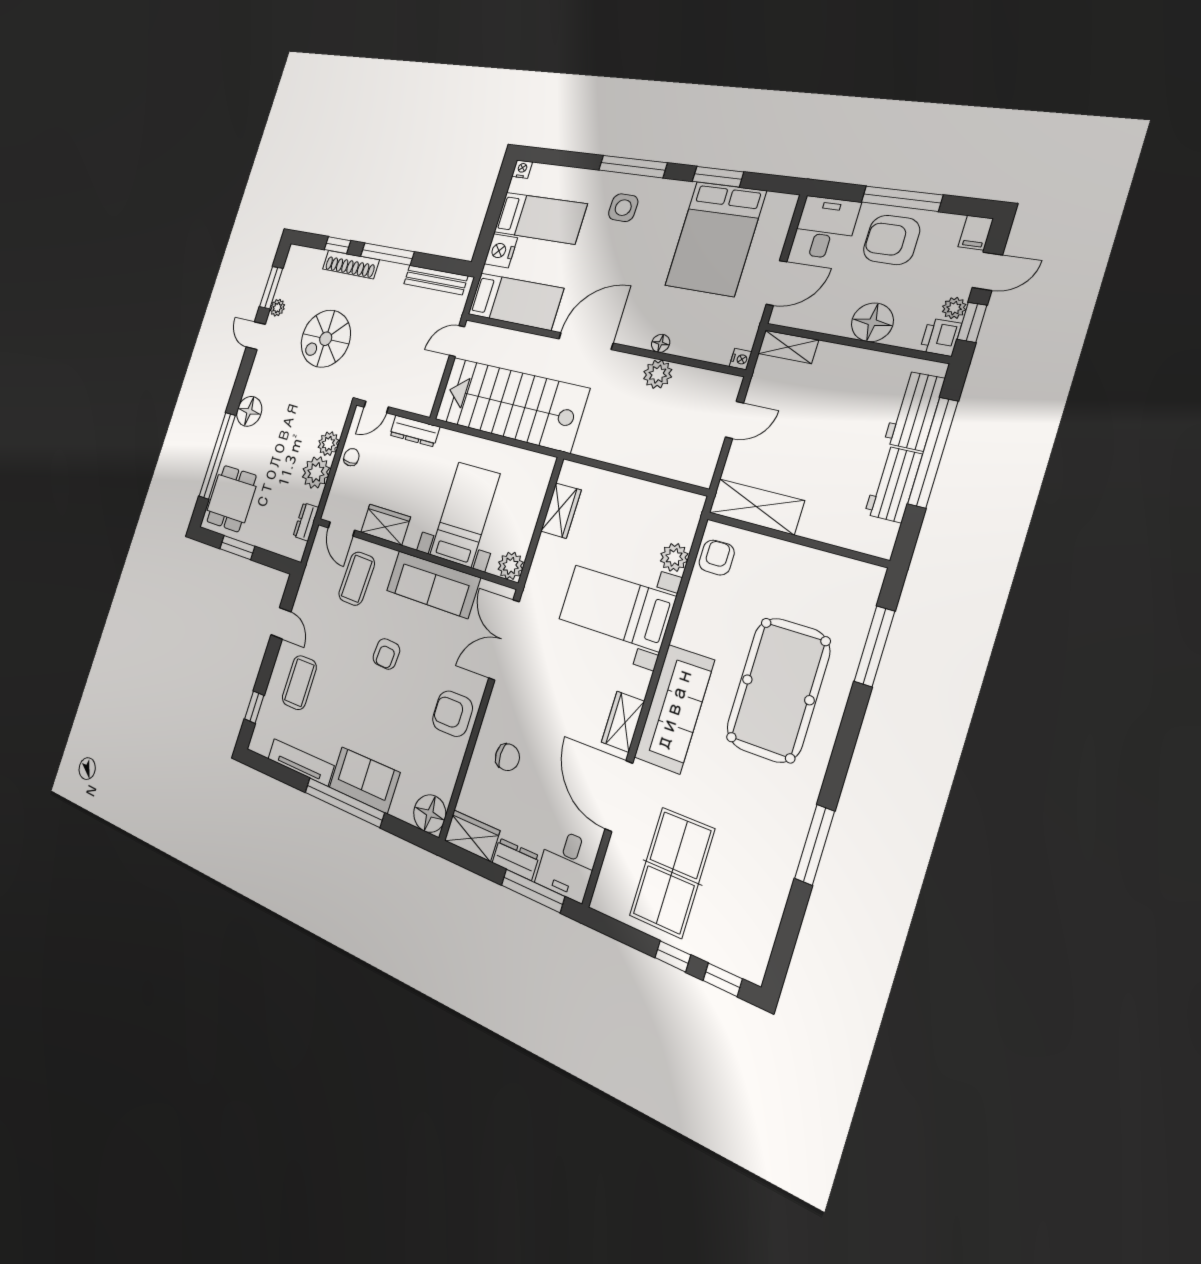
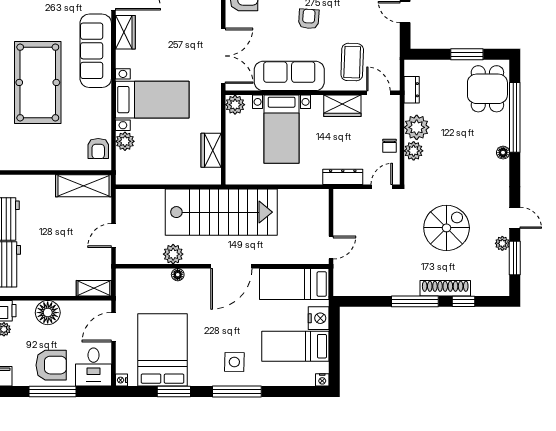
bench: (436, 280) -> (365, 289), removed
nightstand: (741, 359) -> (121, 380), moved
stairs: (510, 404) -> (221, 212), moved
floor lamp: (249, 411) -> (503, 153), width x0.53, depth x0.53

